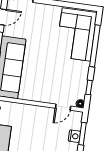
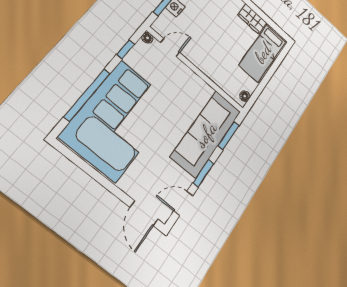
corner sofa: (76, 34) -> (119, 120), width x1.36, depth x1.36

